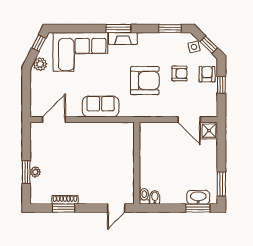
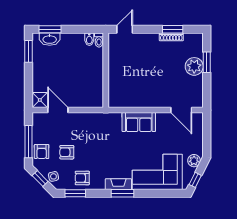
armchair: (145, 81) -> (82, 178), moved, width x0.53, depth x0.53
window: (221, 85) -> (29, 142), width x2.17
door: (54, 120) -> (181, 110), hinge flipped
plant: (35, 172) -> (194, 66), width x1.87, depth x1.87

